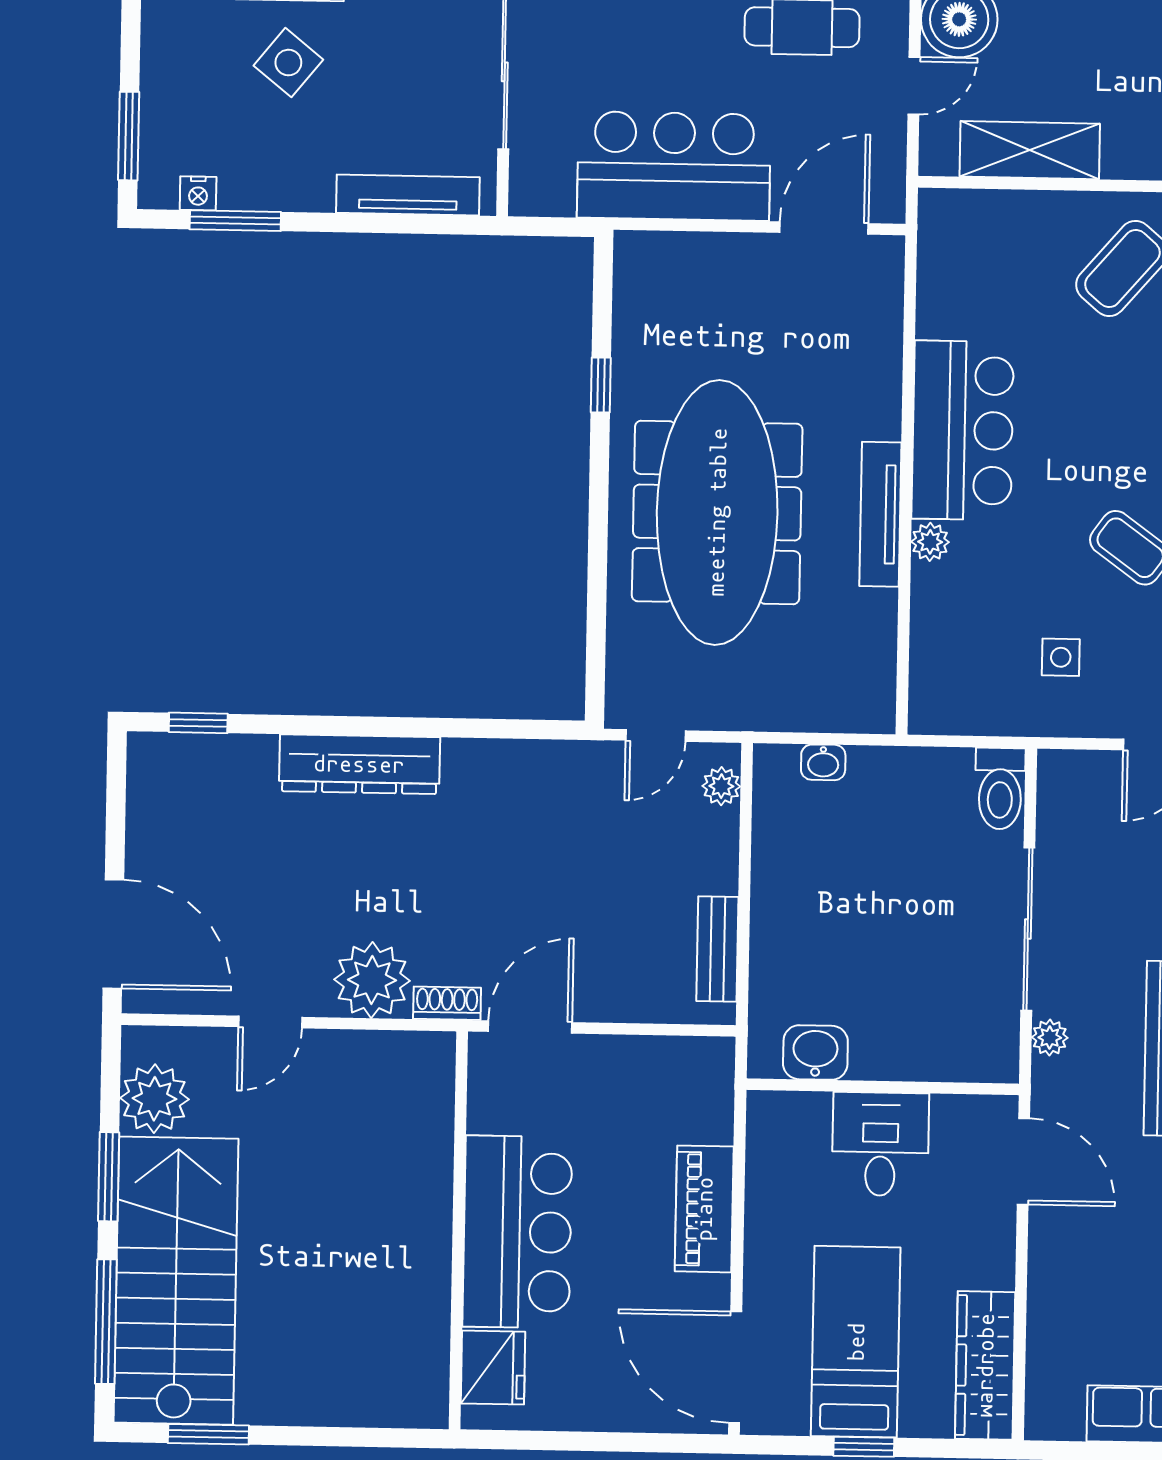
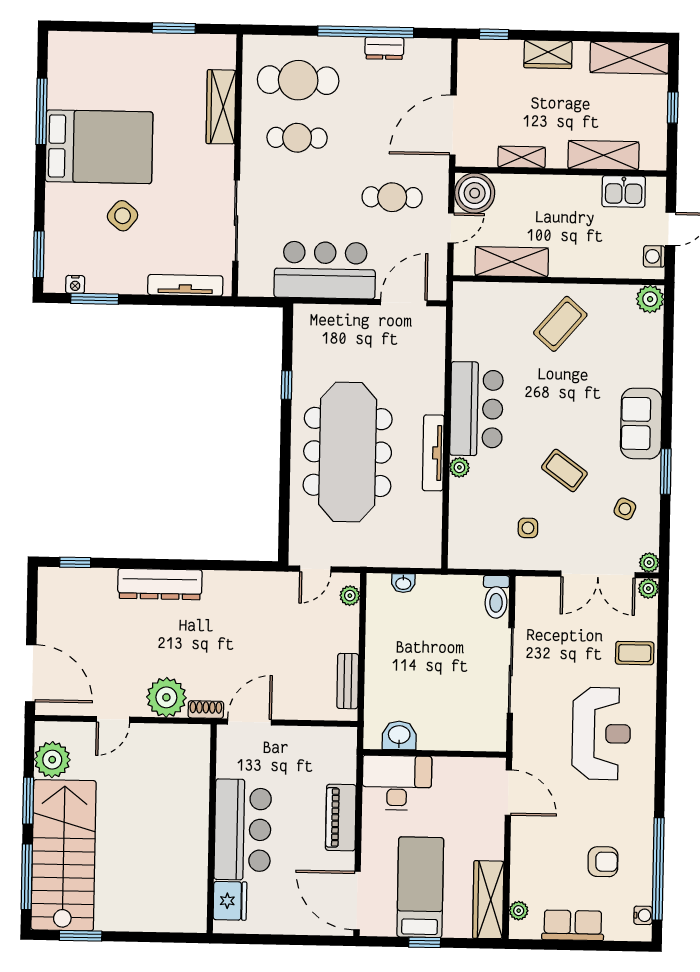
plant: (1050, 1038) -> (519, 911), moved
desk: (880, 1144) -> (397, 783), moved, width x1.37

